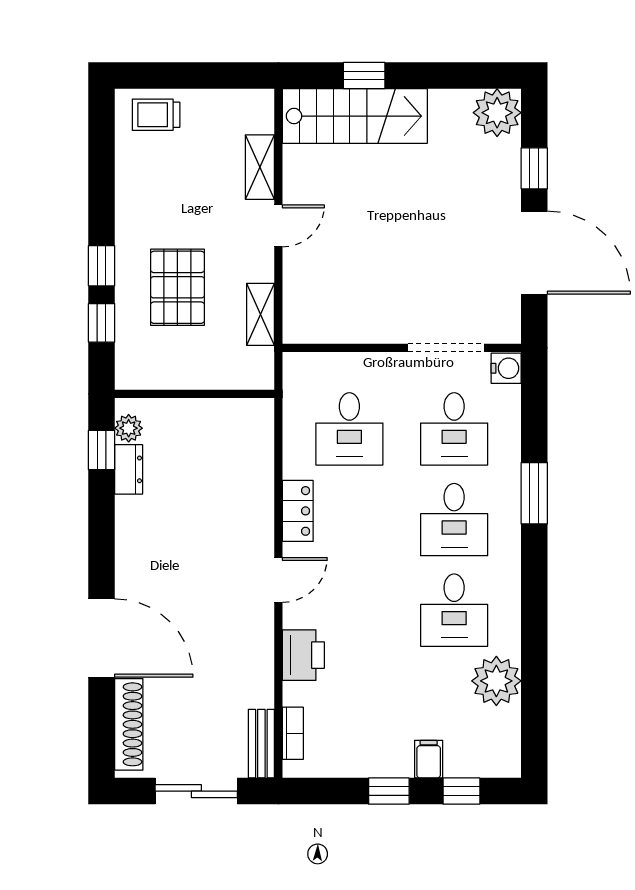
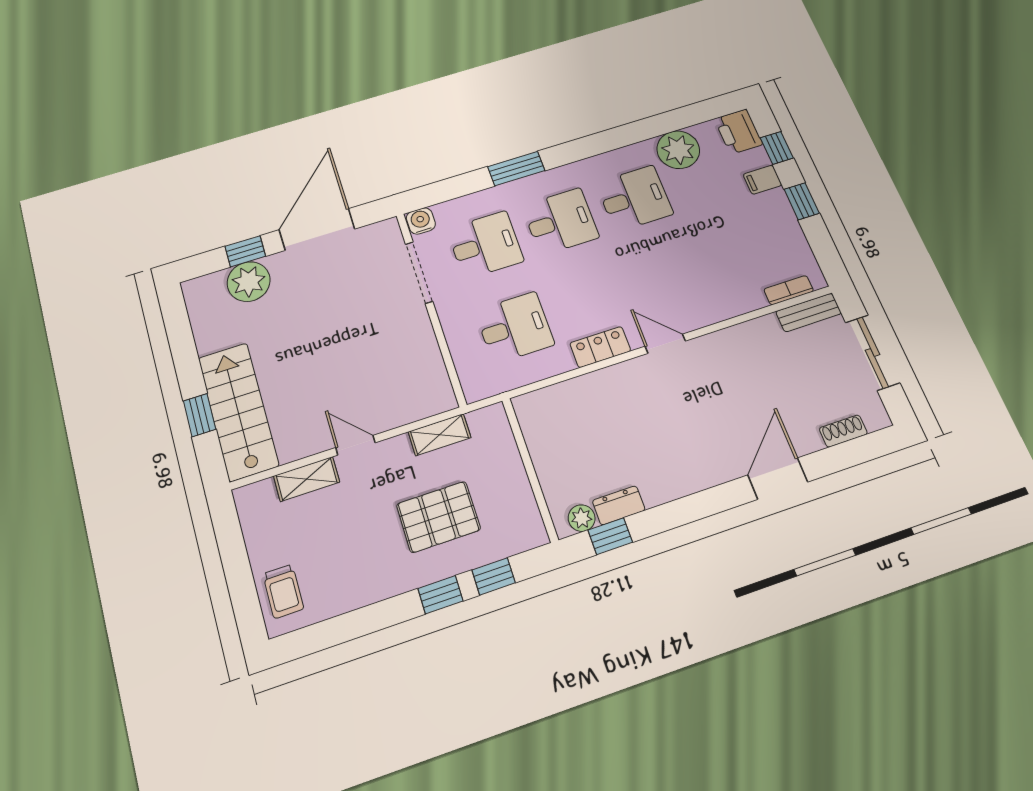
plant: (497, 113) -> (249, 282), moved
door: (102, 638) -> (778, 478), width x0.73
printer: (303, 655) -> (738, 132), moved, turned -90
shoe rack: (129, 724) -> (843, 431), width x0.51, depth x0.81

